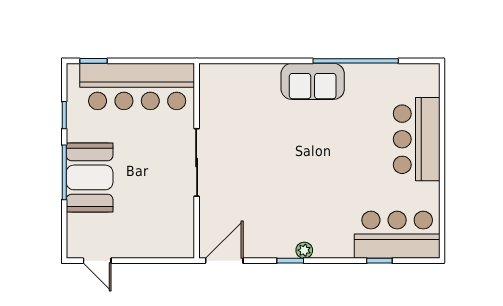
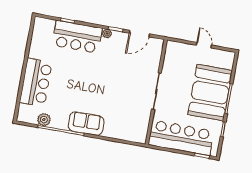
plant: (390, 75) -> (44, 120), added
booth: (90, 177) -> (210, 92), width x1.36, depth x1.42
bar counter: (397, 235) -> (77, 37), moved
door: (97, 261) -> (204, 45), moved
door: (224, 261) -> (139, 34), moved

